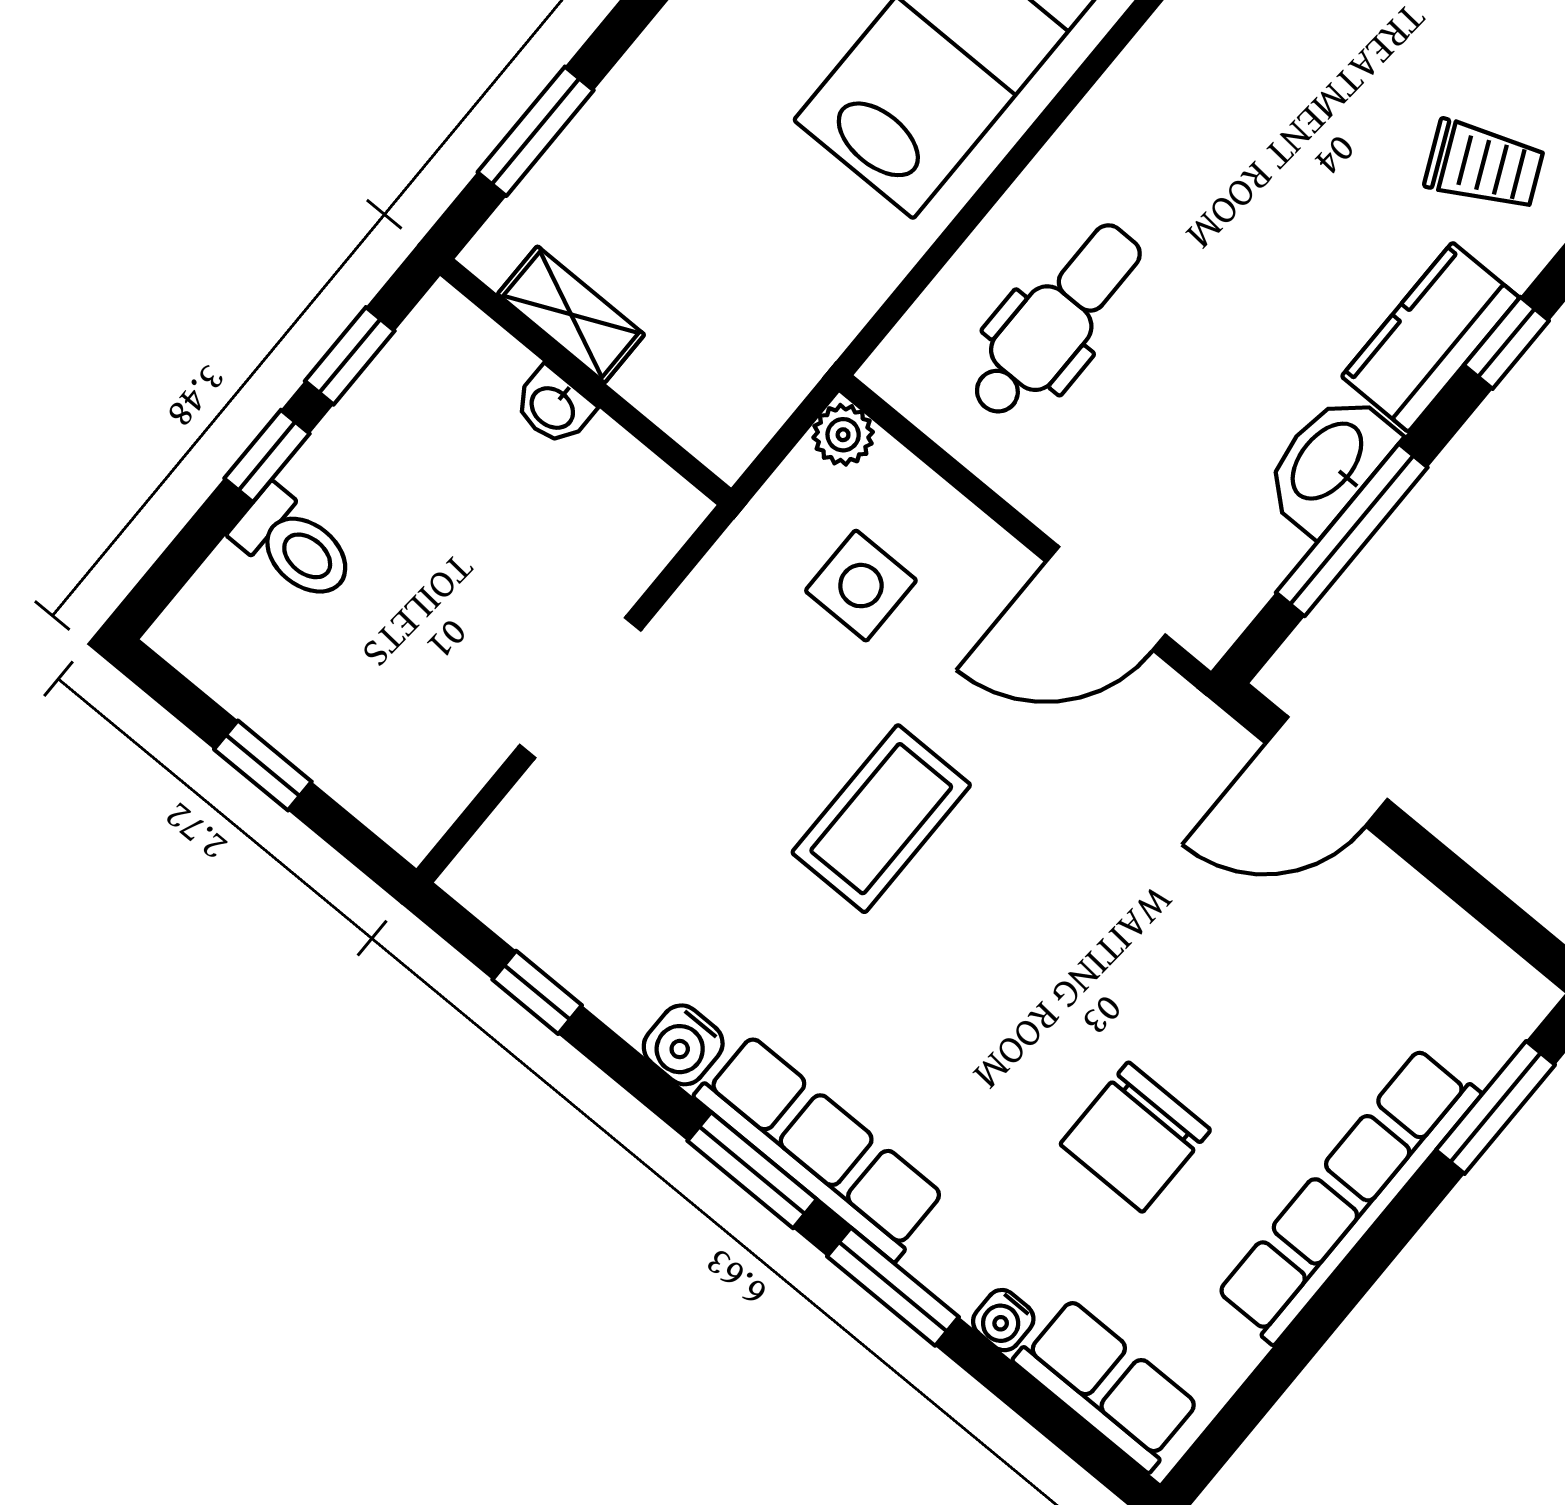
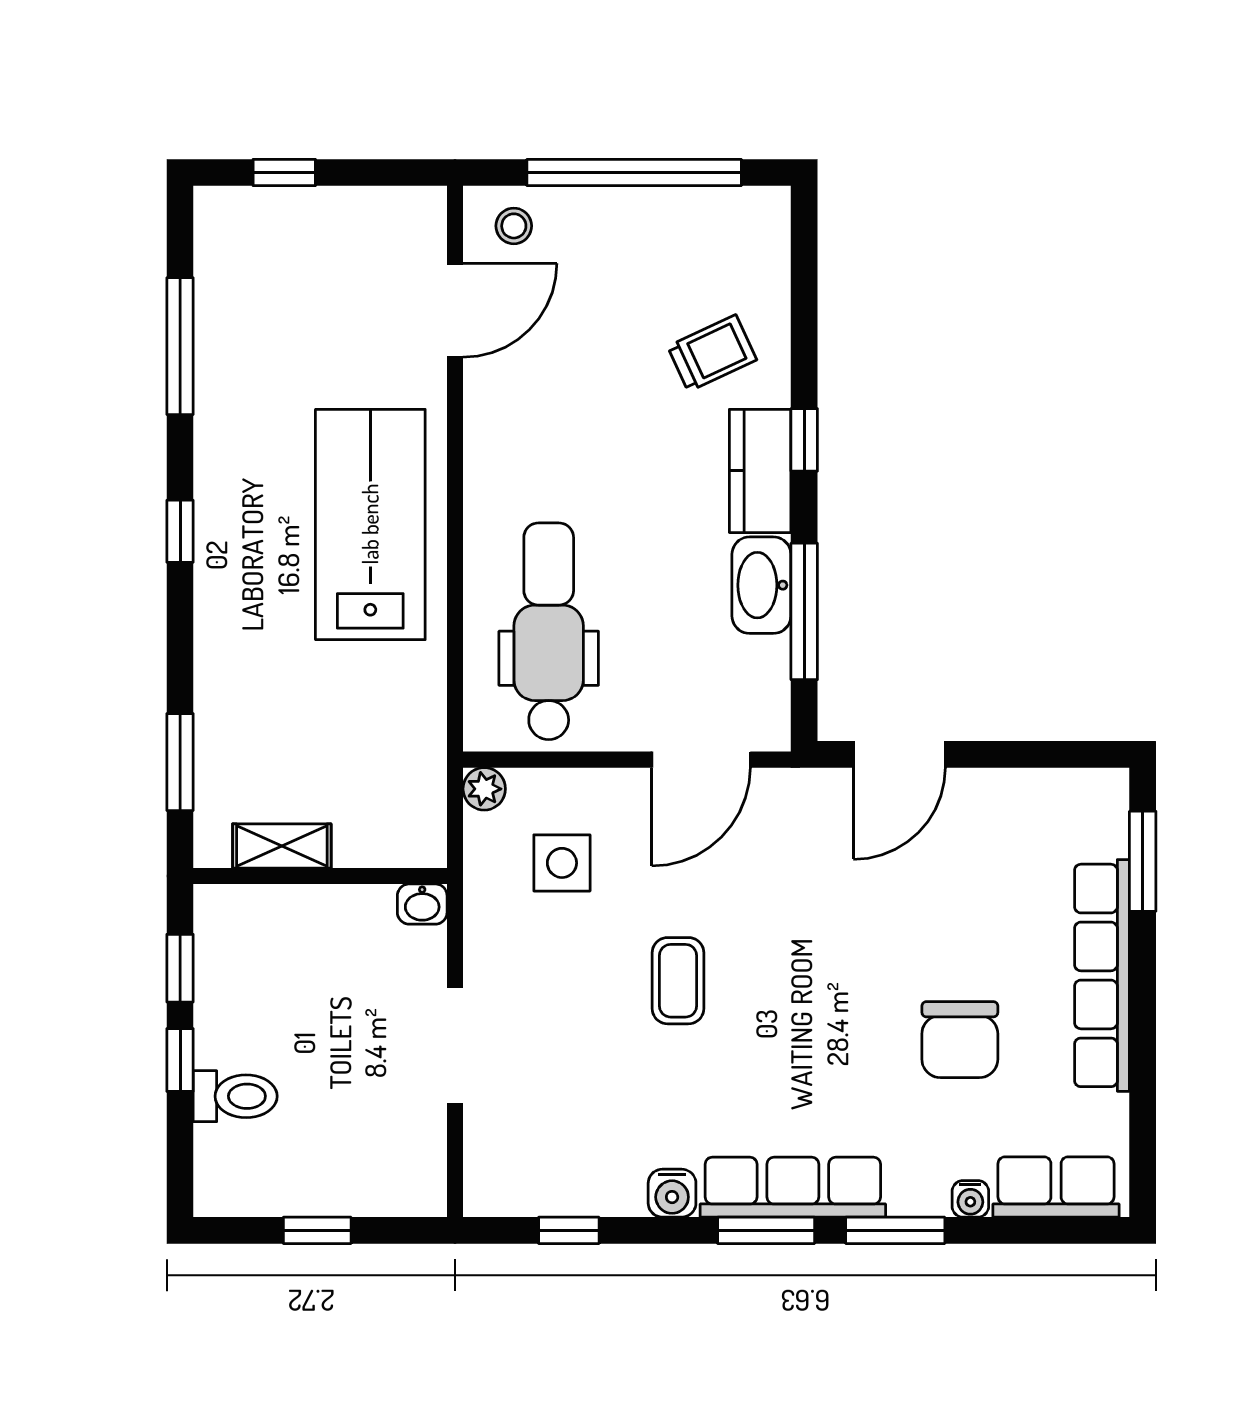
dental chair: (1055, 321) -> (549, 631), width x1.36, depth x1.38
washbasin: (553, 407) -> (422, 904), moved
coffee table: (881, 819) -> (678, 981), width x0.73, depth x0.77

